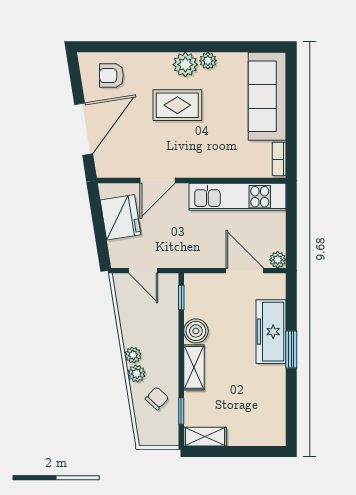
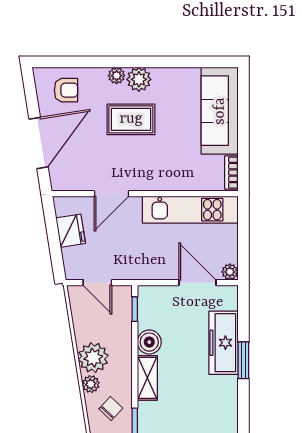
plant: (208, 61) -> (117, 76), moved
armchair: (111, 76) -> (66, 90), turned 180
fridge: (120, 217) -> (71, 231), width x0.73, depth x0.75
plant: (133, 355) -> (93, 358), width x1.88, depth x1.88

